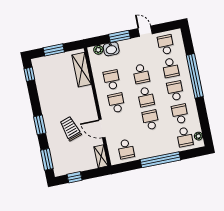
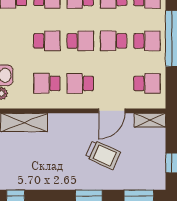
trolley: (70, 129) -> (103, 155), turned -137
school desk: (155, 143) -> (147, 41), added

